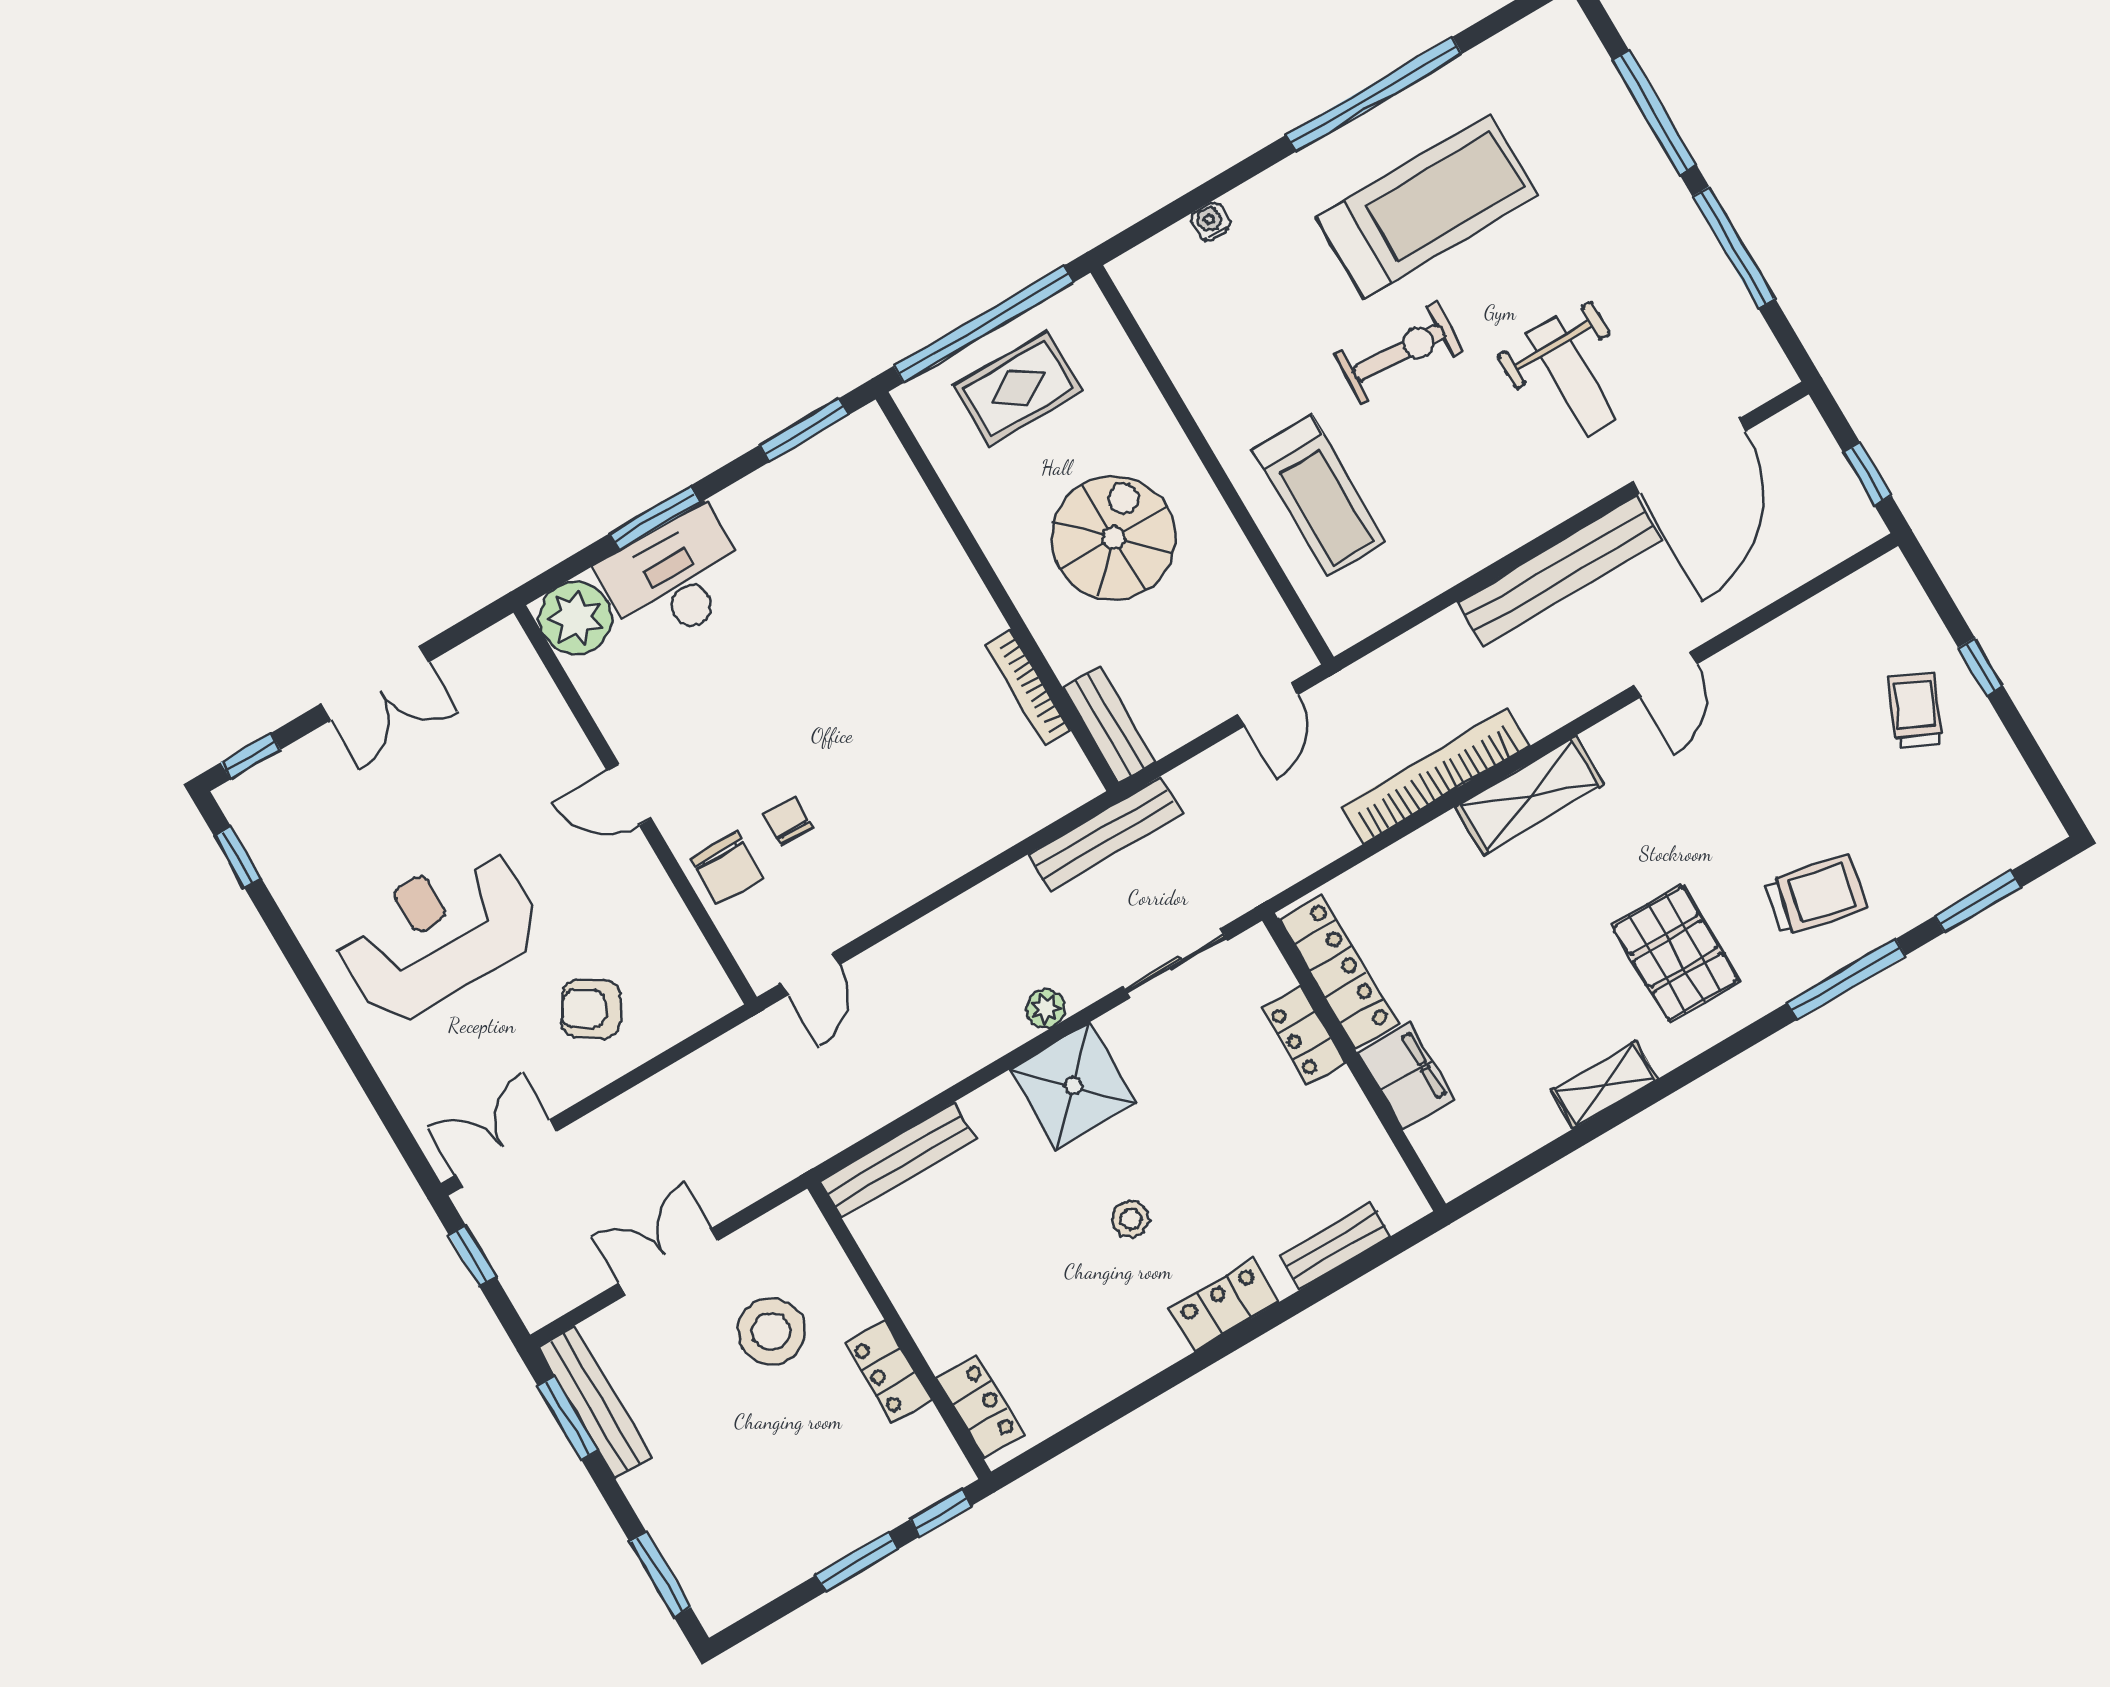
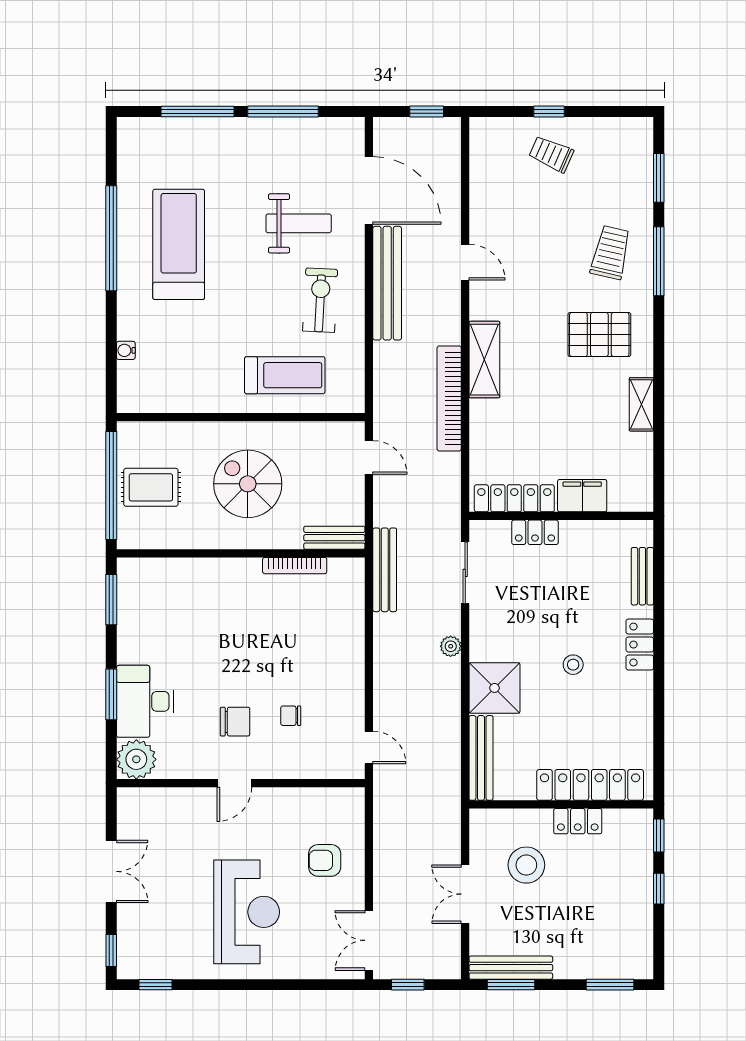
exercise bike: (1399, 353) -> (320, 300), moved
rug: (1018, 388) -> (151, 487), turned 90
chair: (727, 868) -> (235, 722), moved
reception desk: (437, 934) -> (247, 912), turned 180
armchair: (591, 1009) -> (325, 860), turned 57
shower: (1073, 1086) -> (494, 688), moved
locker: (980, 1406) -> (590, 785), width x2.16, depth x1.21
window: (857, 1562) -> (659, 889), width x0.67

